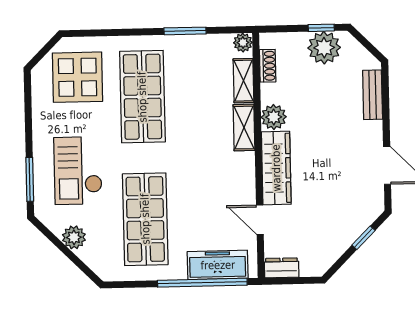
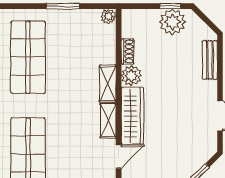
shoe rack: (268, 66) -> (128, 51), moved
shelving: (243, 81) -> (108, 120), moved
door: (260, 220) -> (119, 157), swing flipped

